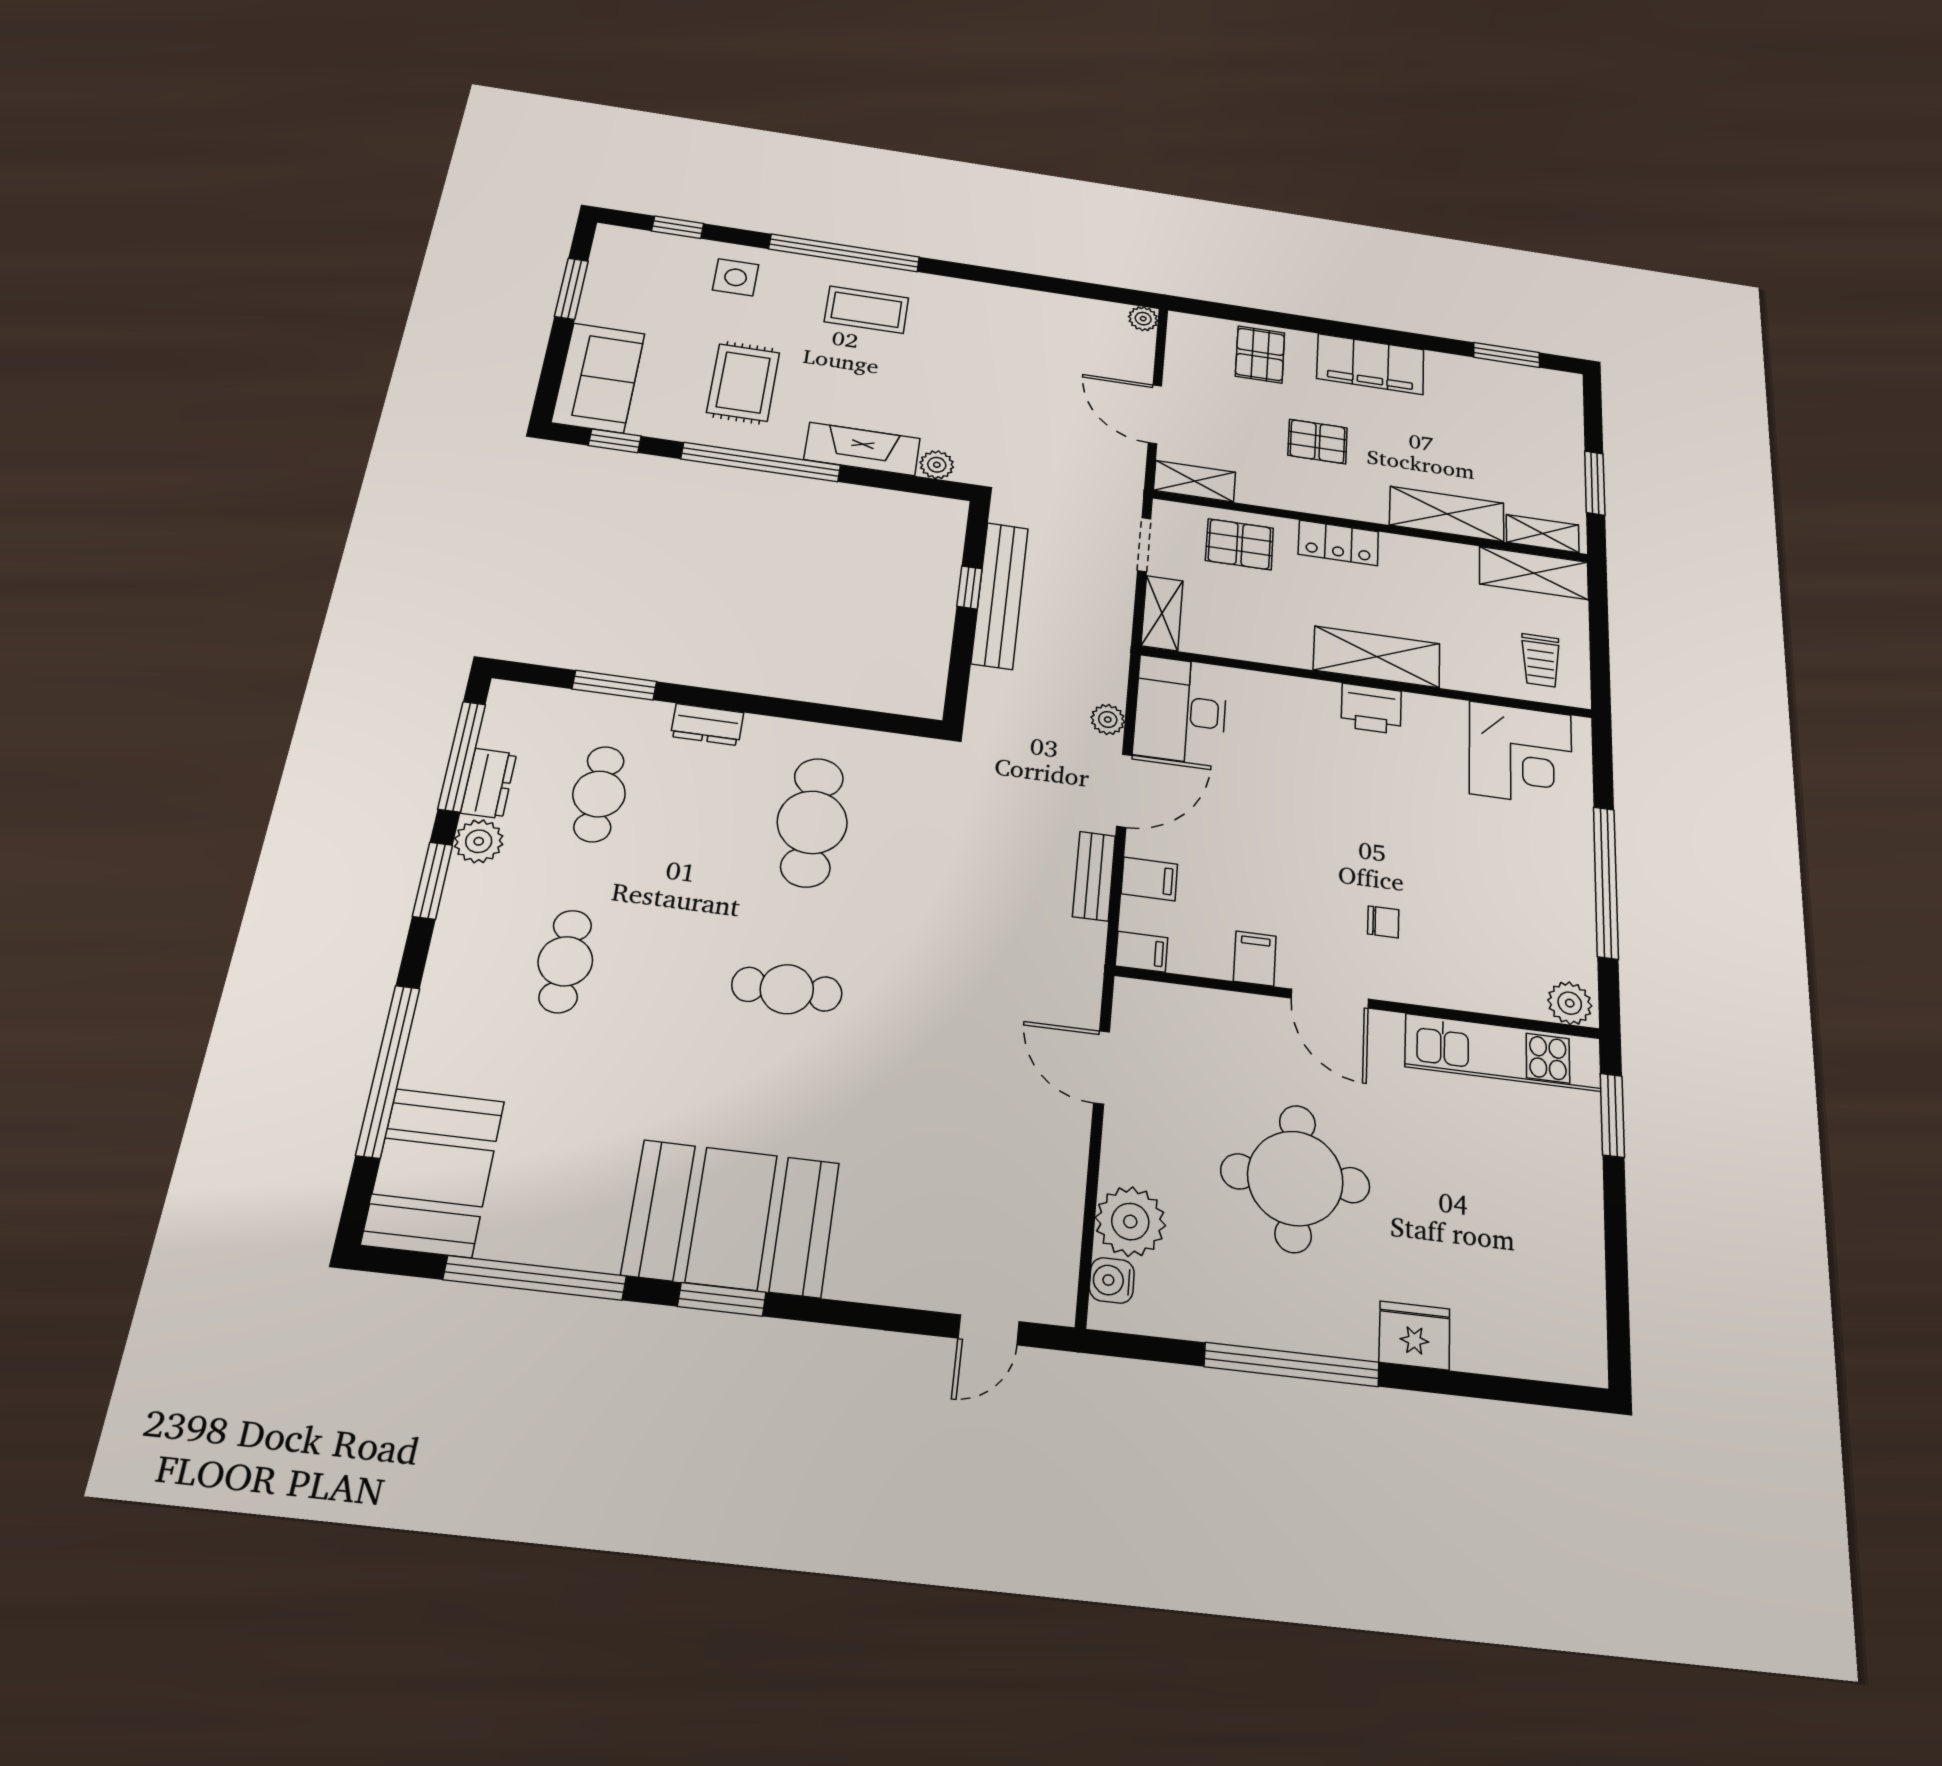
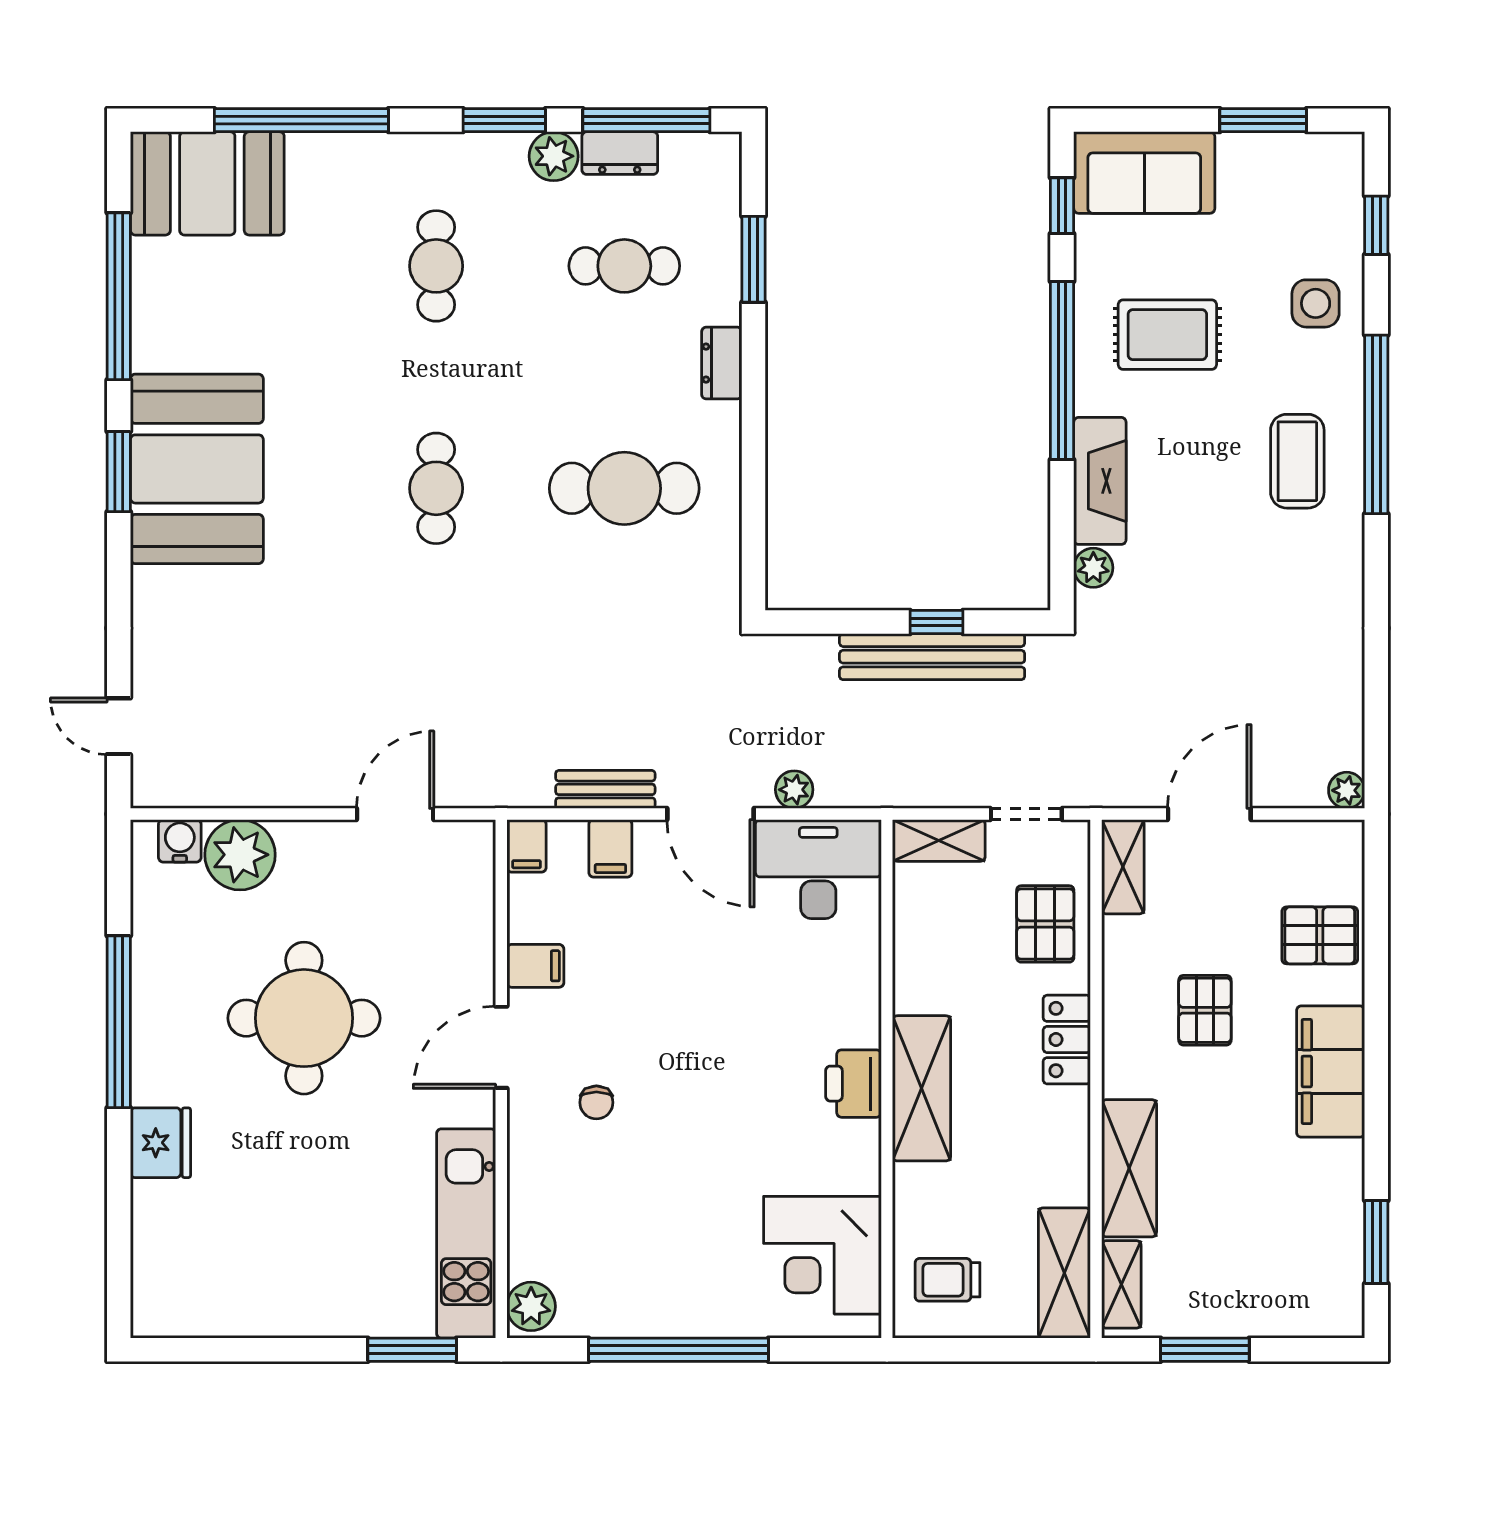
cafe table: (565, 961) -> (436, 266), turned 90

